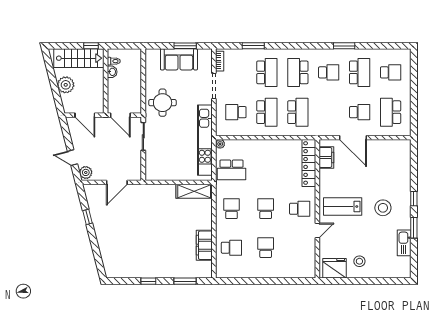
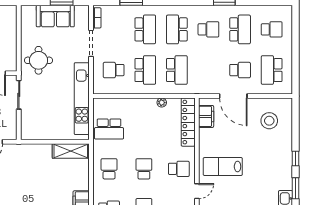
plant: (220, 144) -> (162, 103), moved
stool: (383, 208) -> (269, 121), moved

